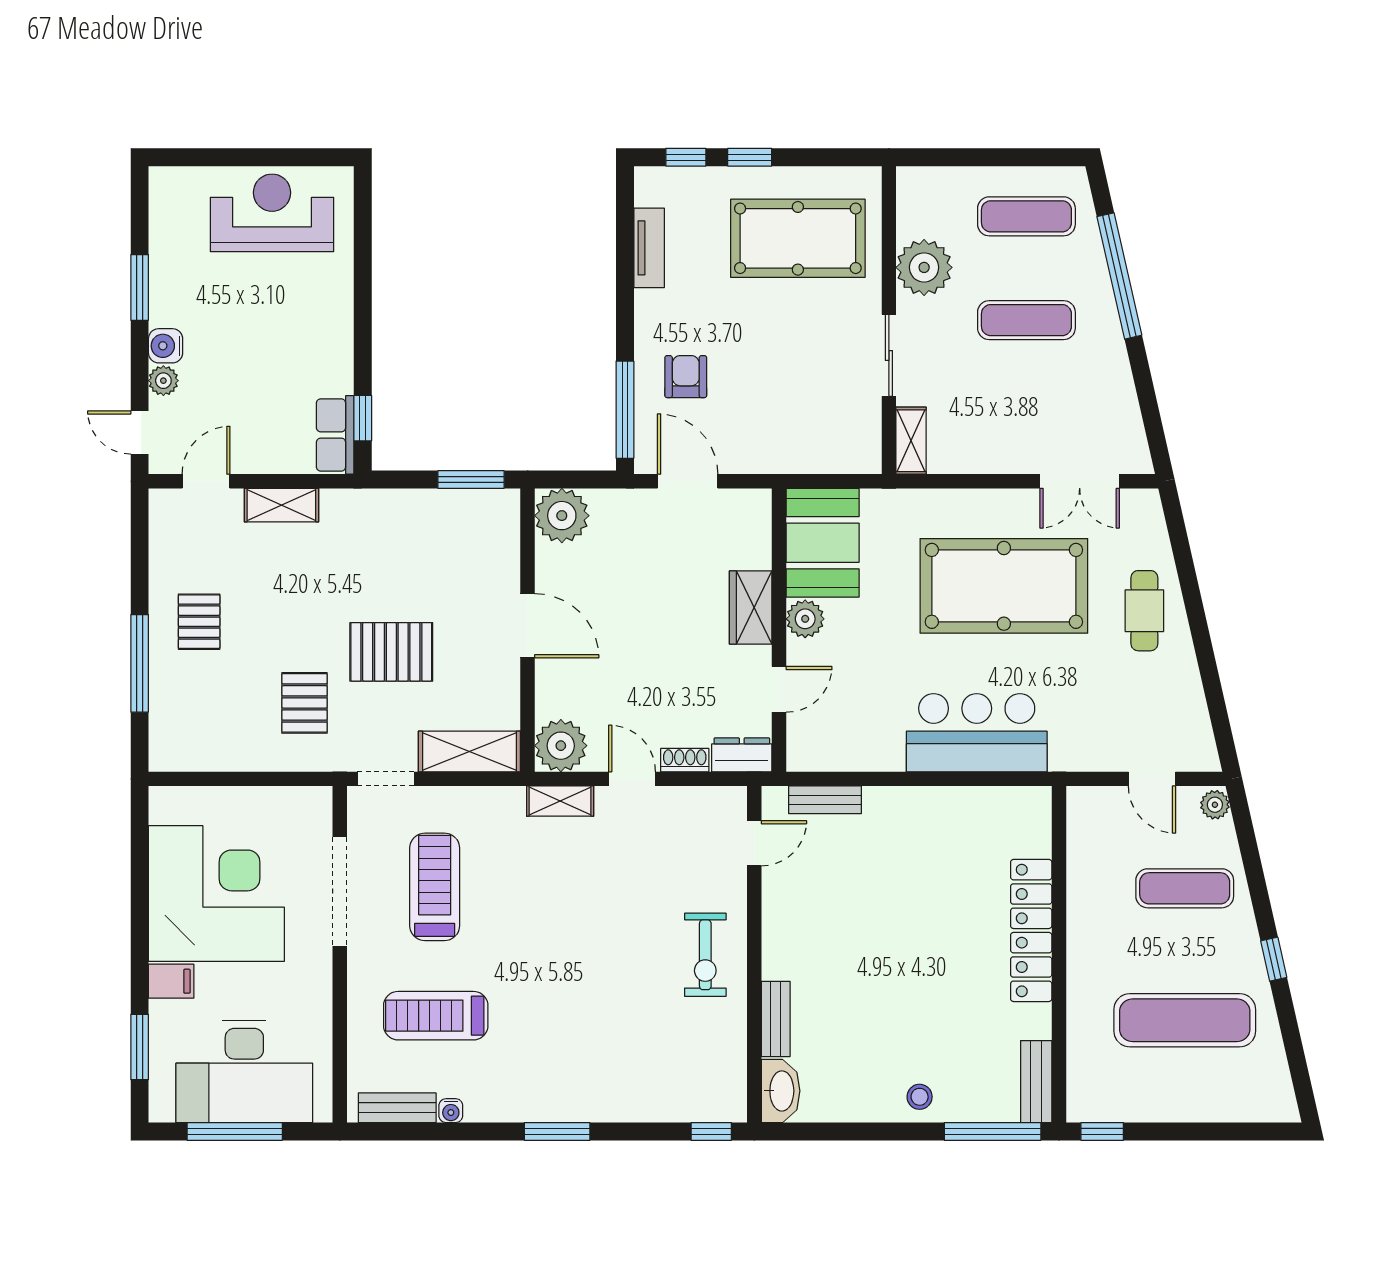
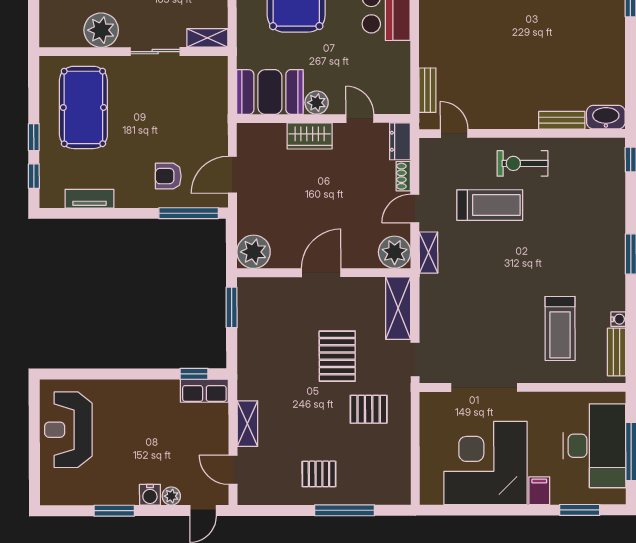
treadmill: (435, 887) -> (490, 205), moved, turned 180
exercise bike: (705, 955) -> (522, 163), turned 180
stool: (920, 1097) -> (609, 32), removed

